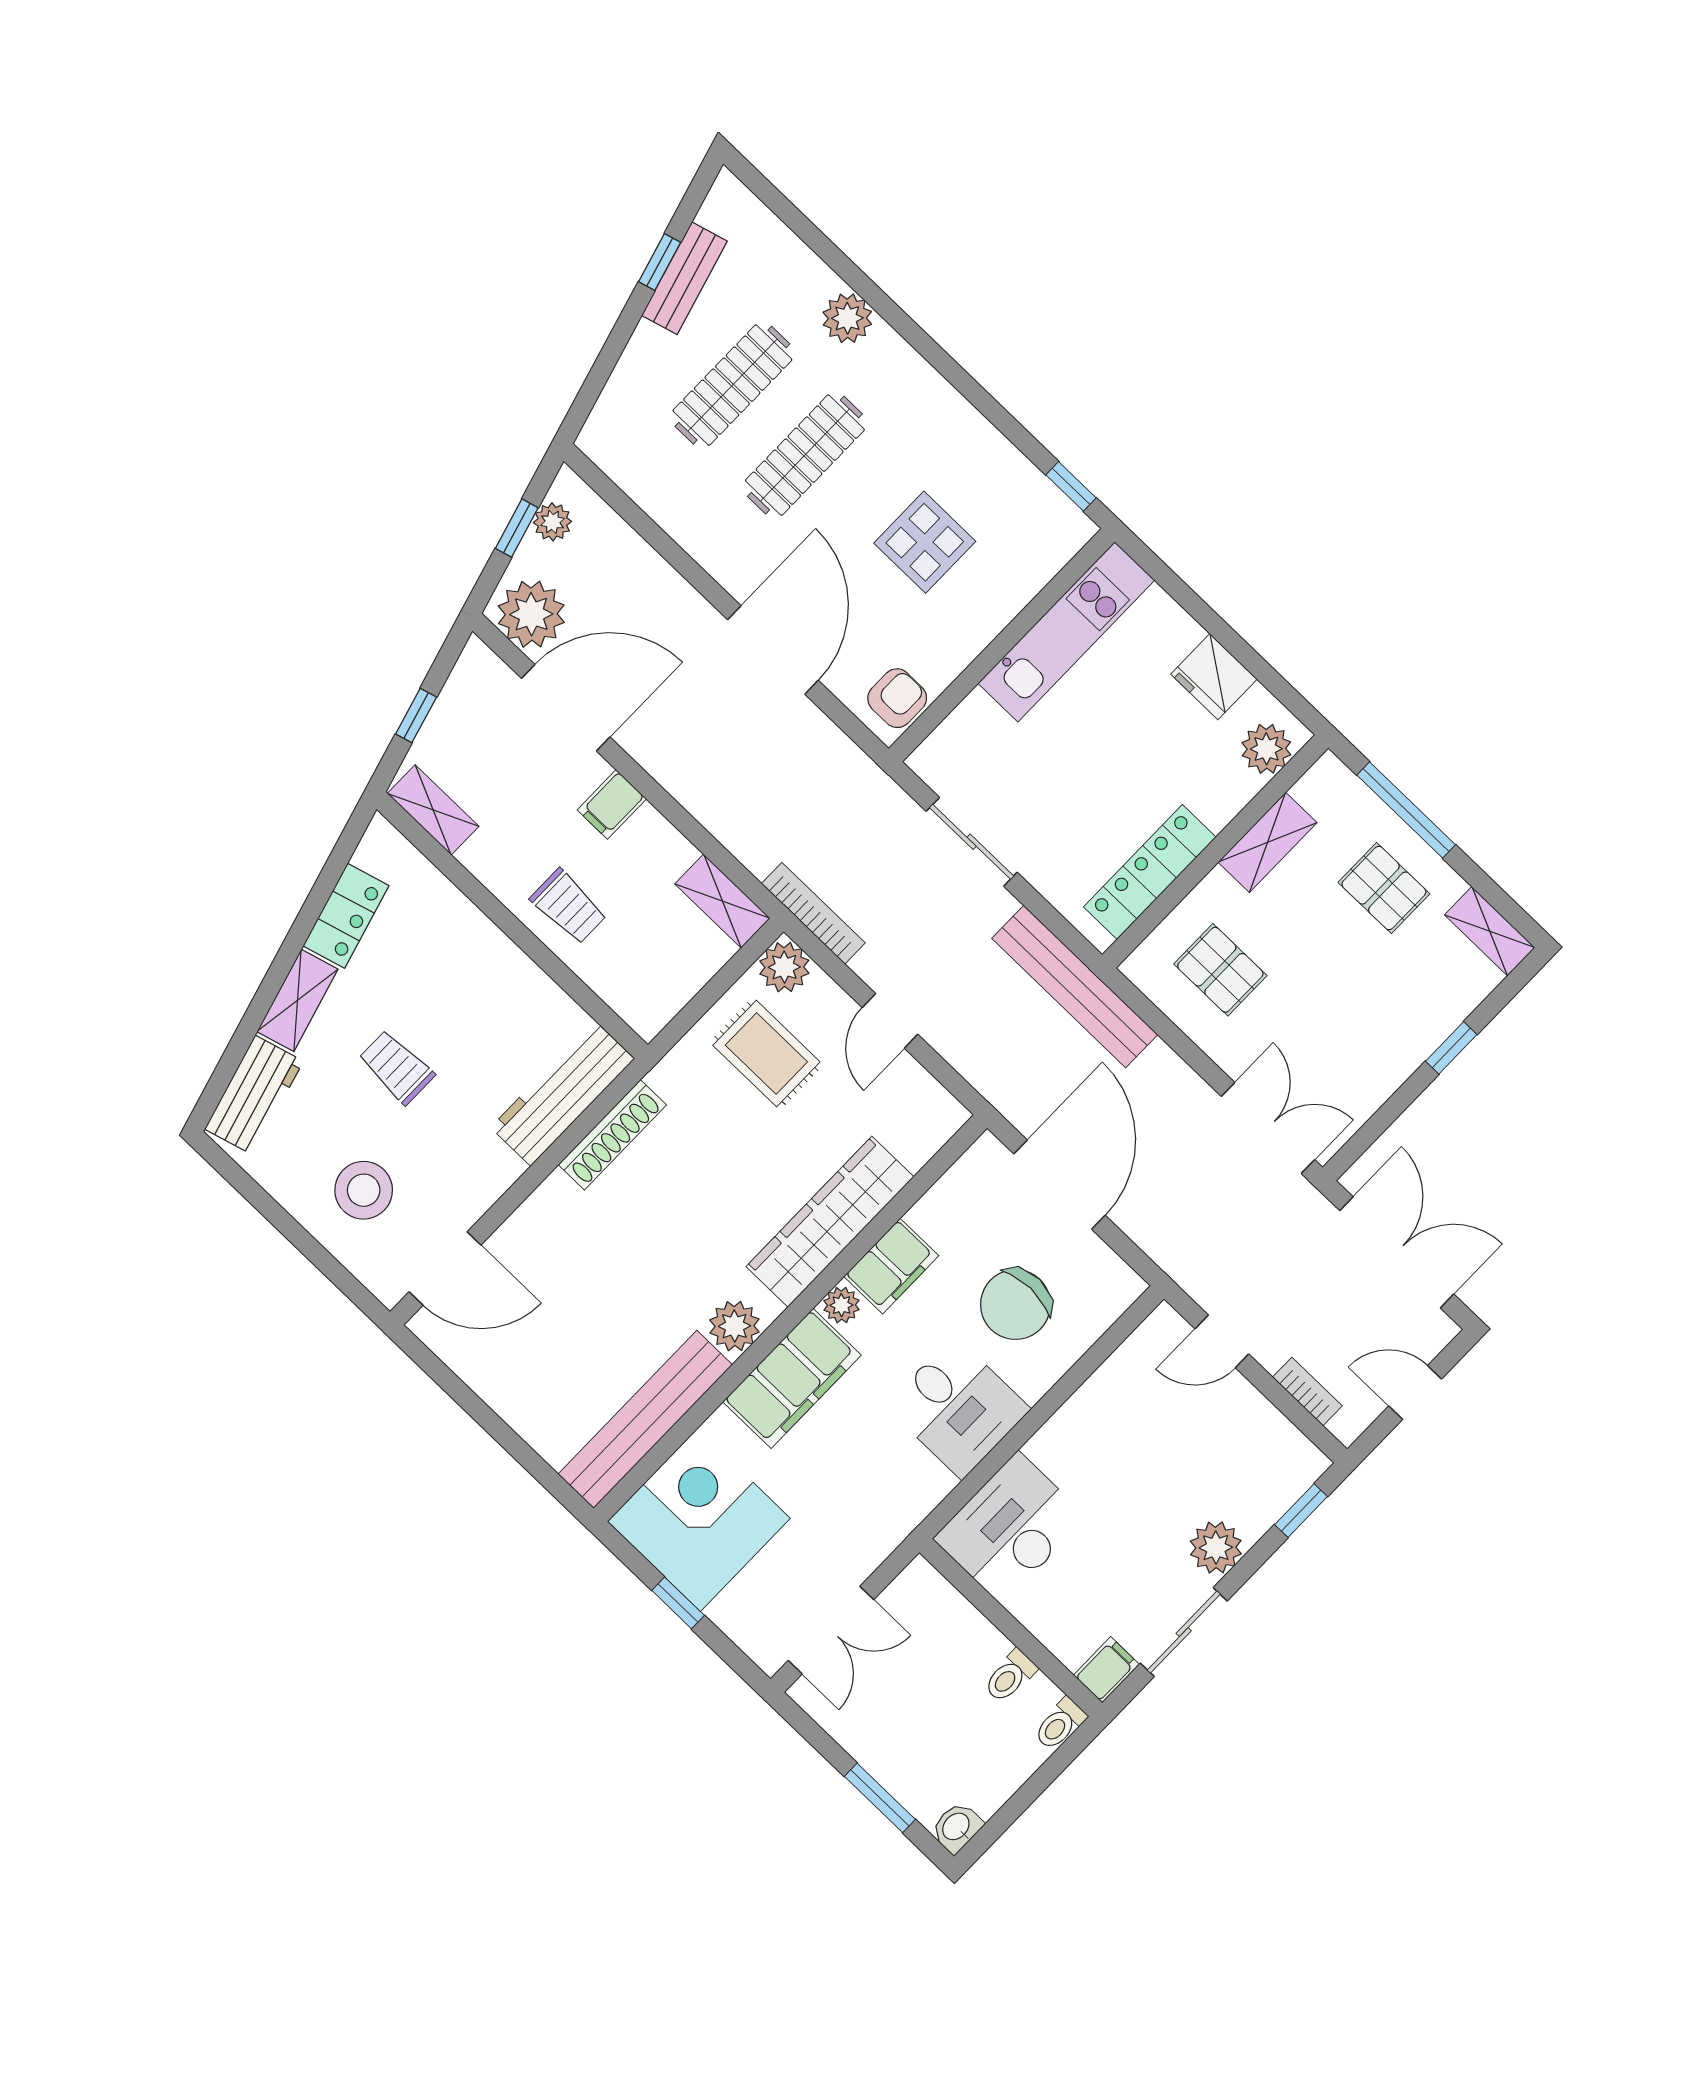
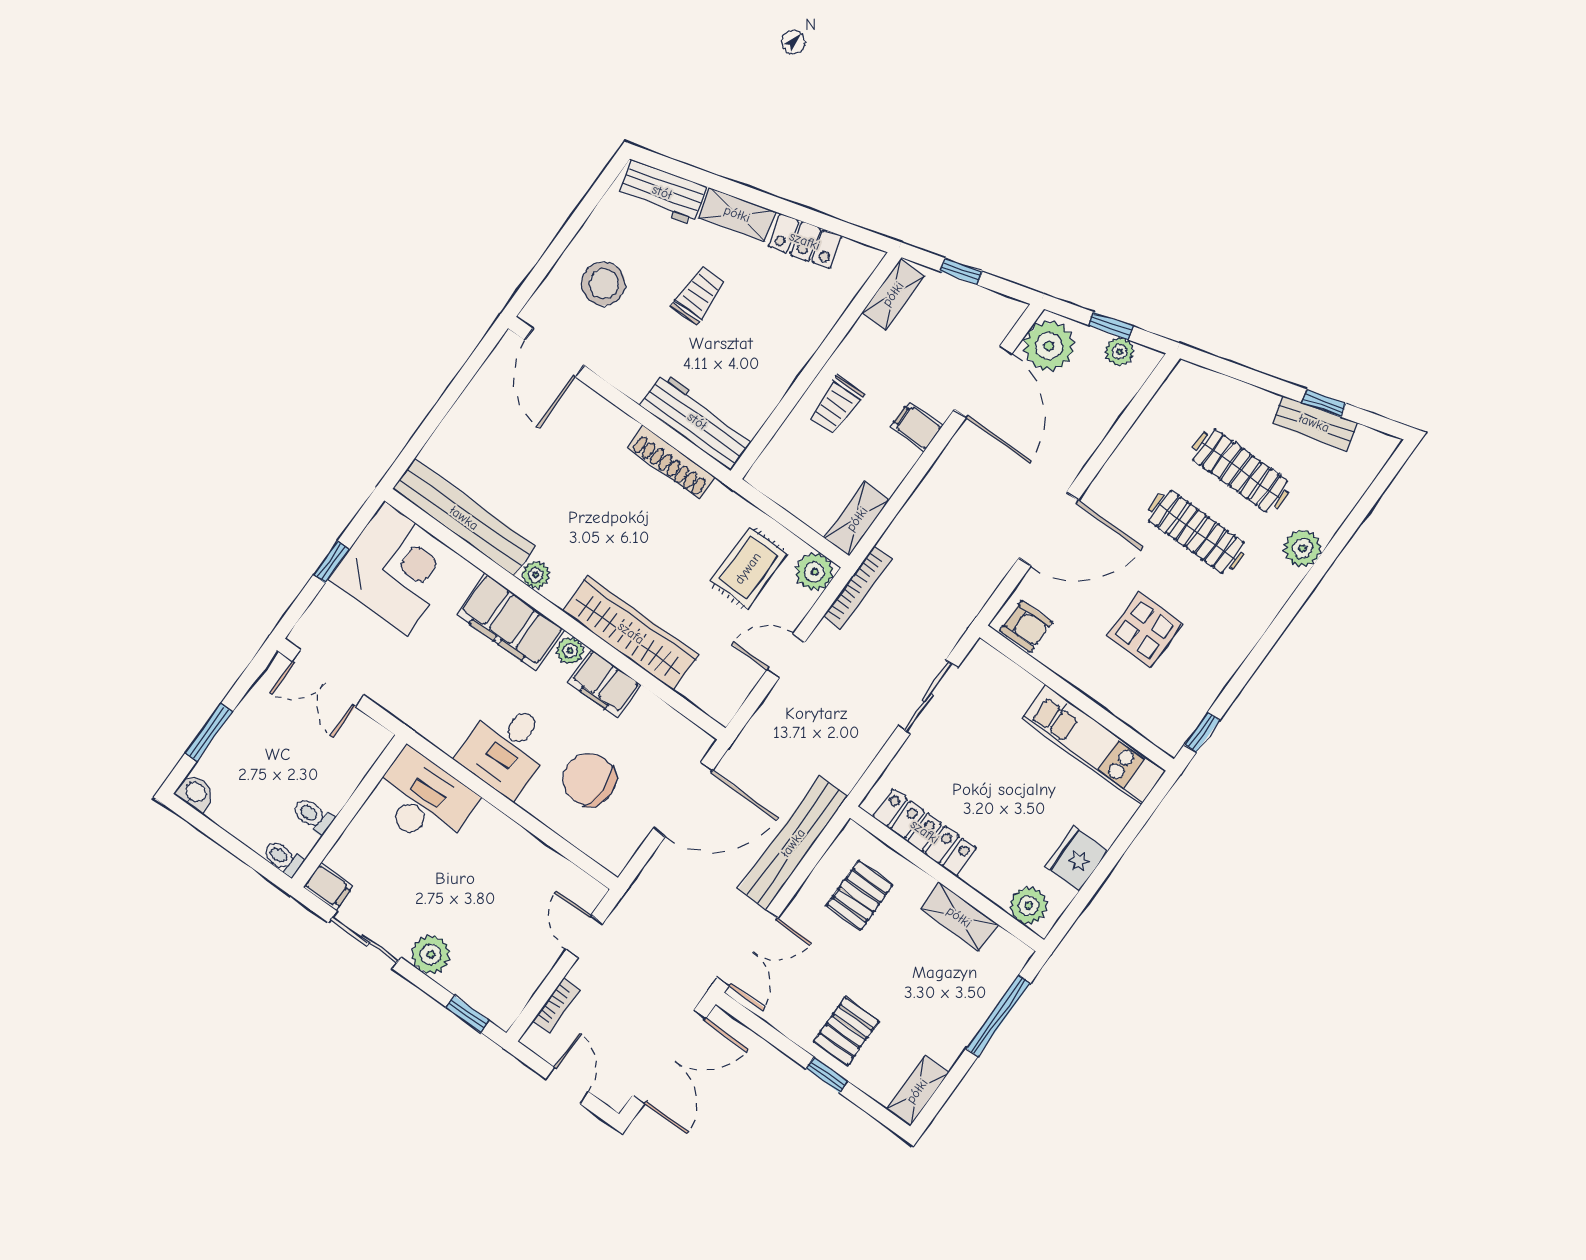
pallet: (1384, 888) -> (846, 1031), moved
bench: (1075, 987) -> (793, 843), moved
plant: (734, 1326) -> (536, 575), width x0.73, depth x0.73

